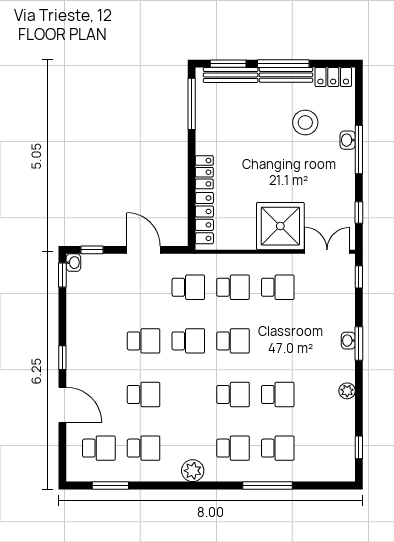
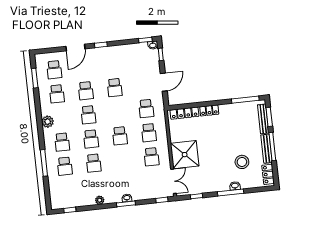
school desk: (188, 341) -> (88, 115), moved

